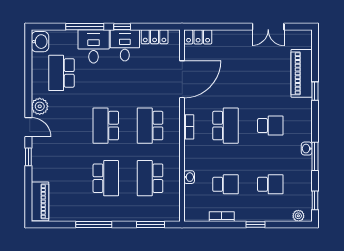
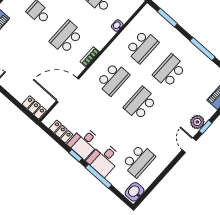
plant: (40, 106) -> (197, 122), moved
school desk: (106, 126) -> (140, 104), turned 180

